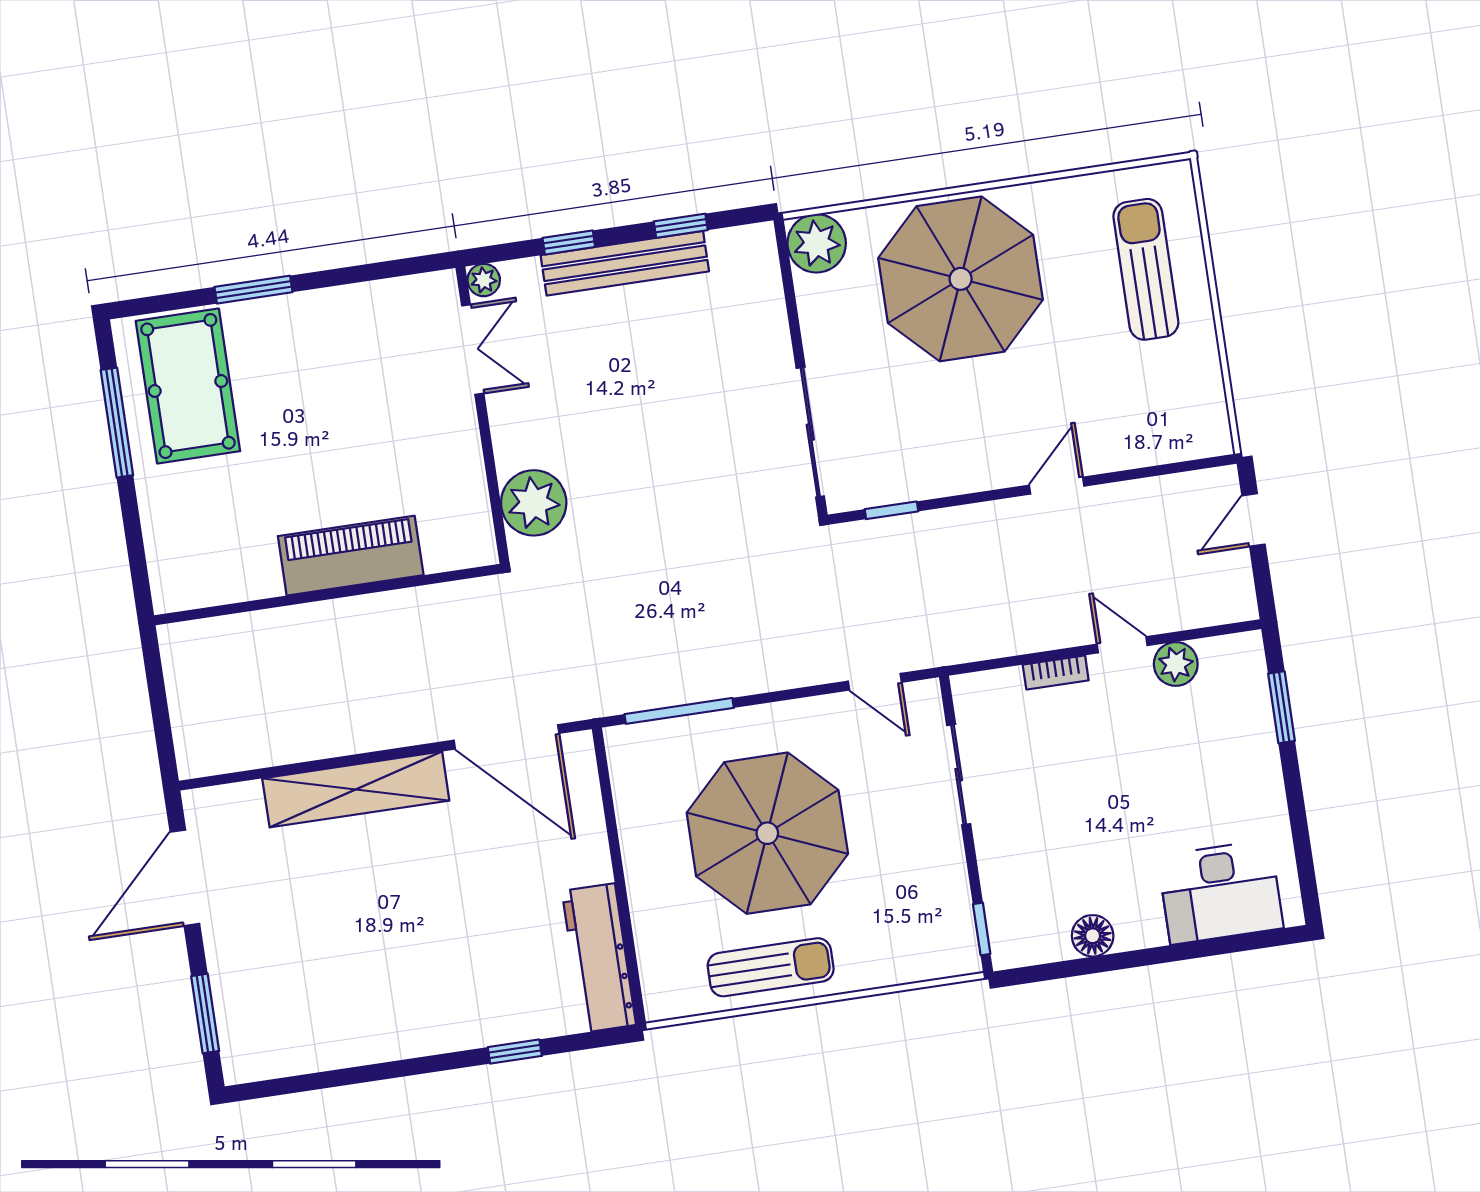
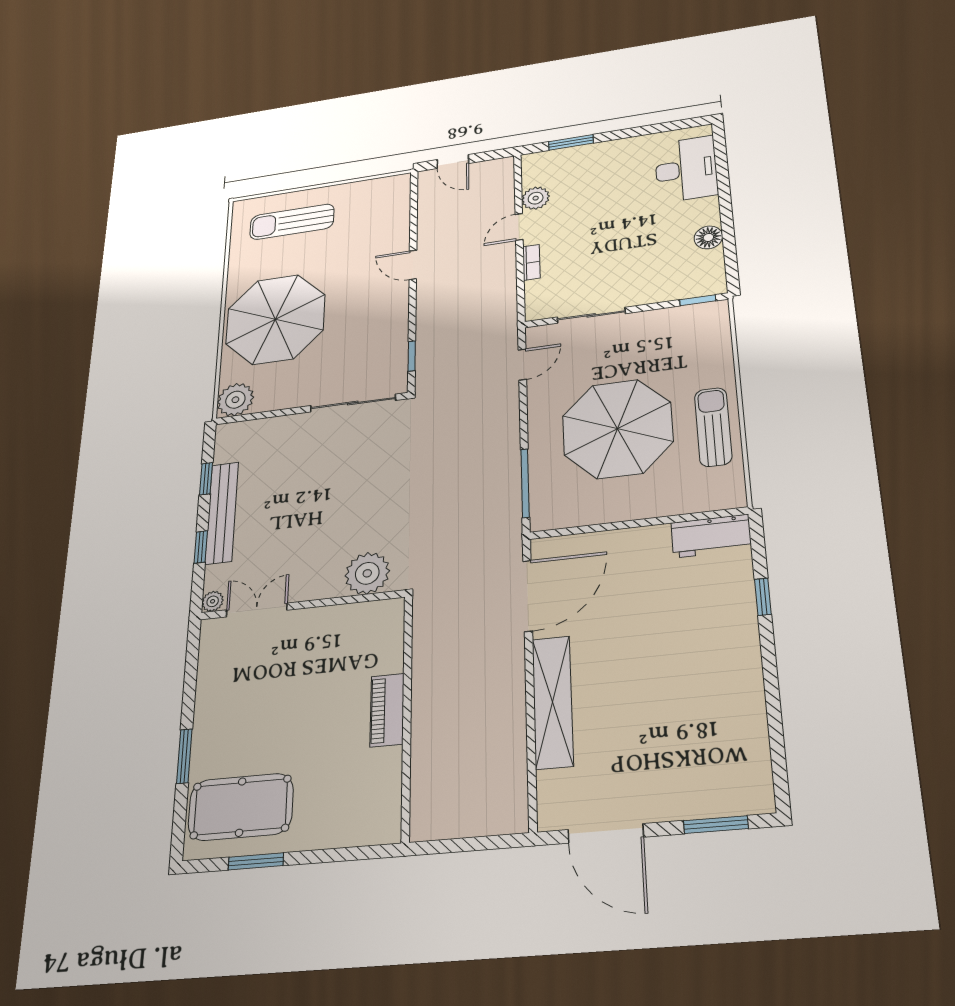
window: (117, 423) -> (256, 861), width x0.69
piano: (351, 556) -> (387, 710), width x0.73, depth x0.75
workbench: (599, 958) -> (711, 536), width x0.73

